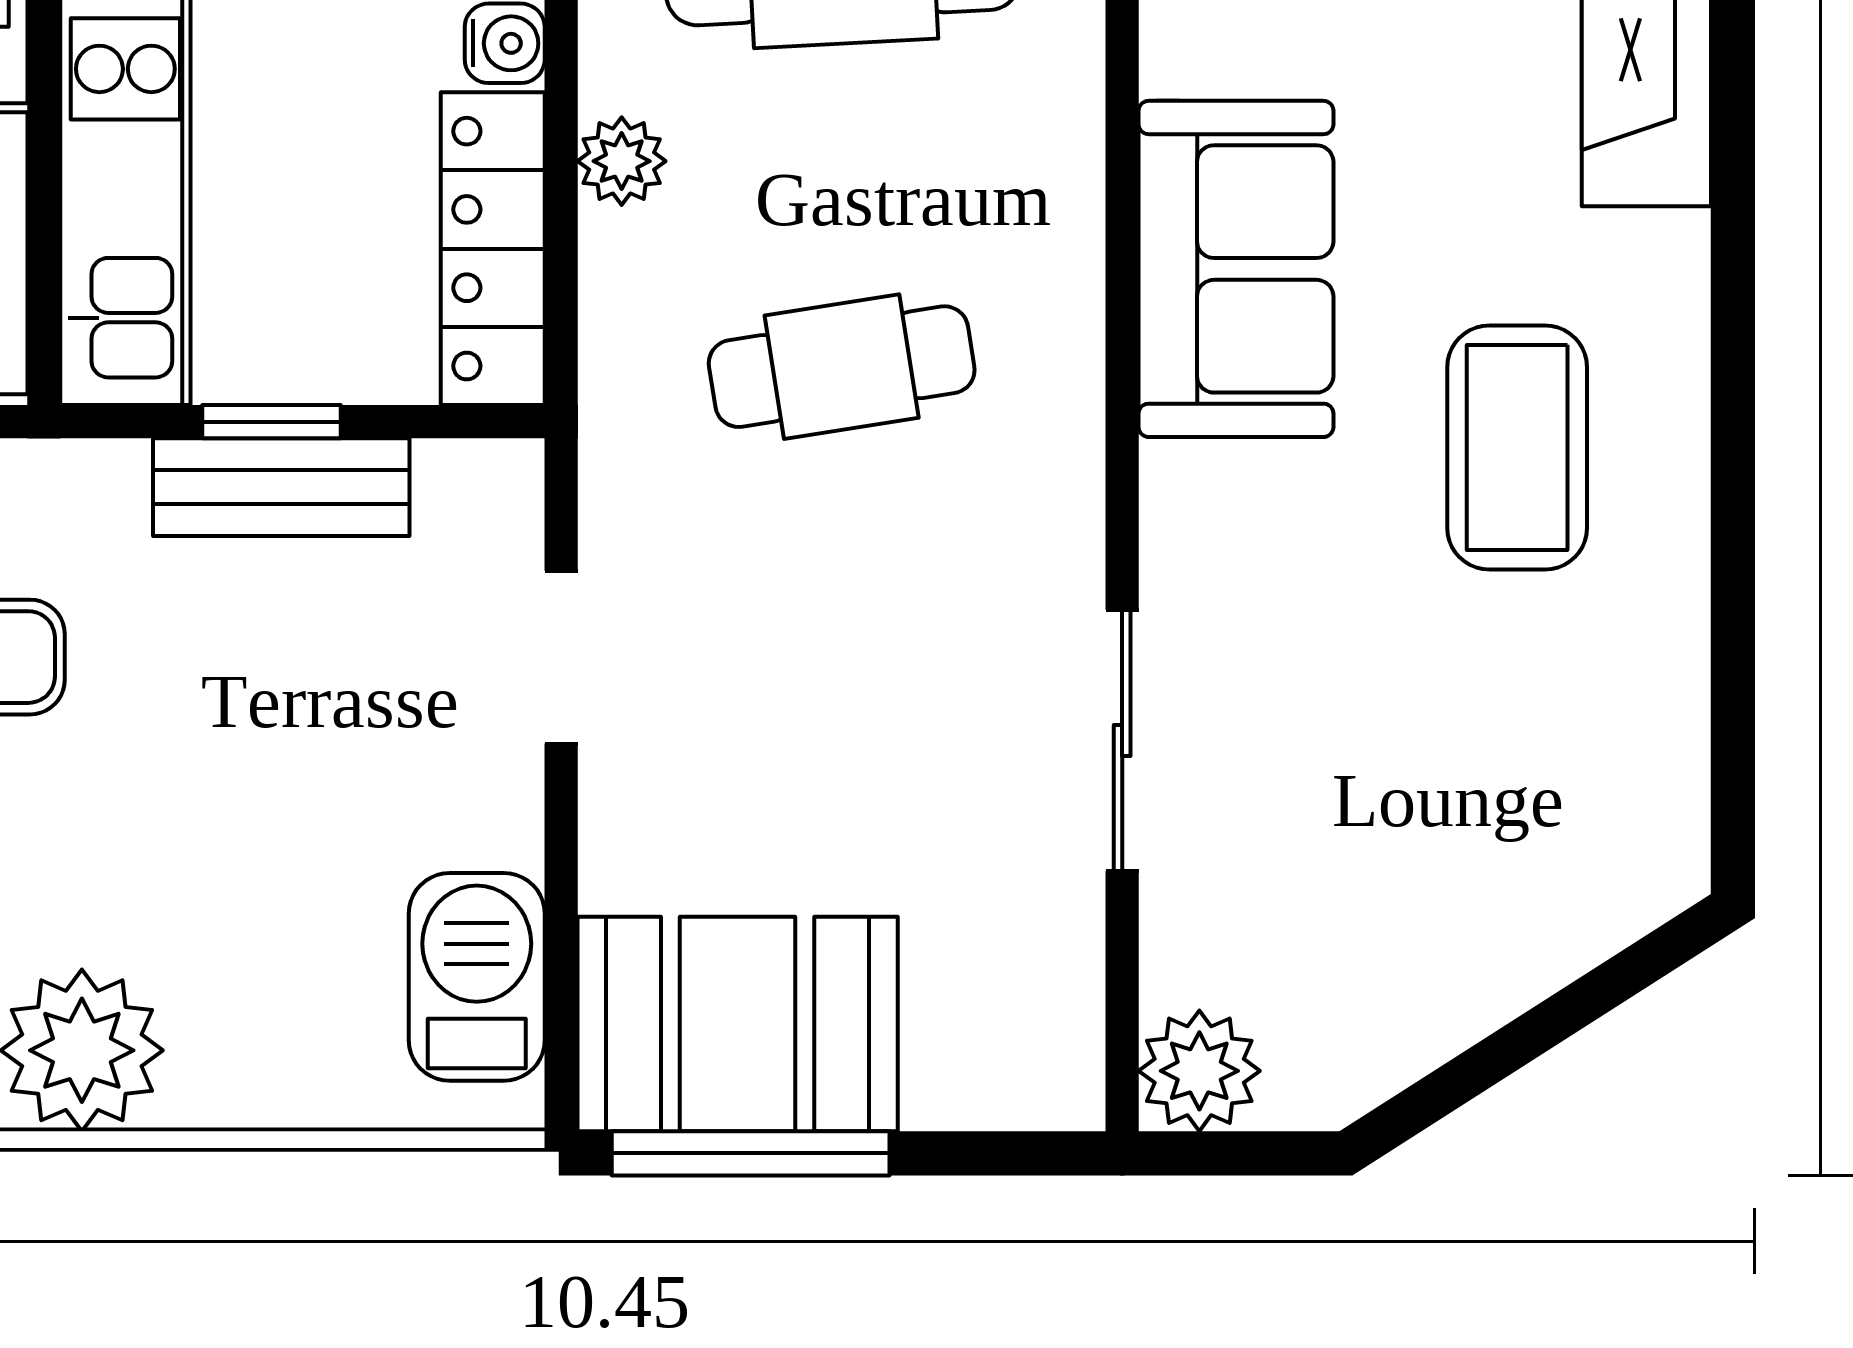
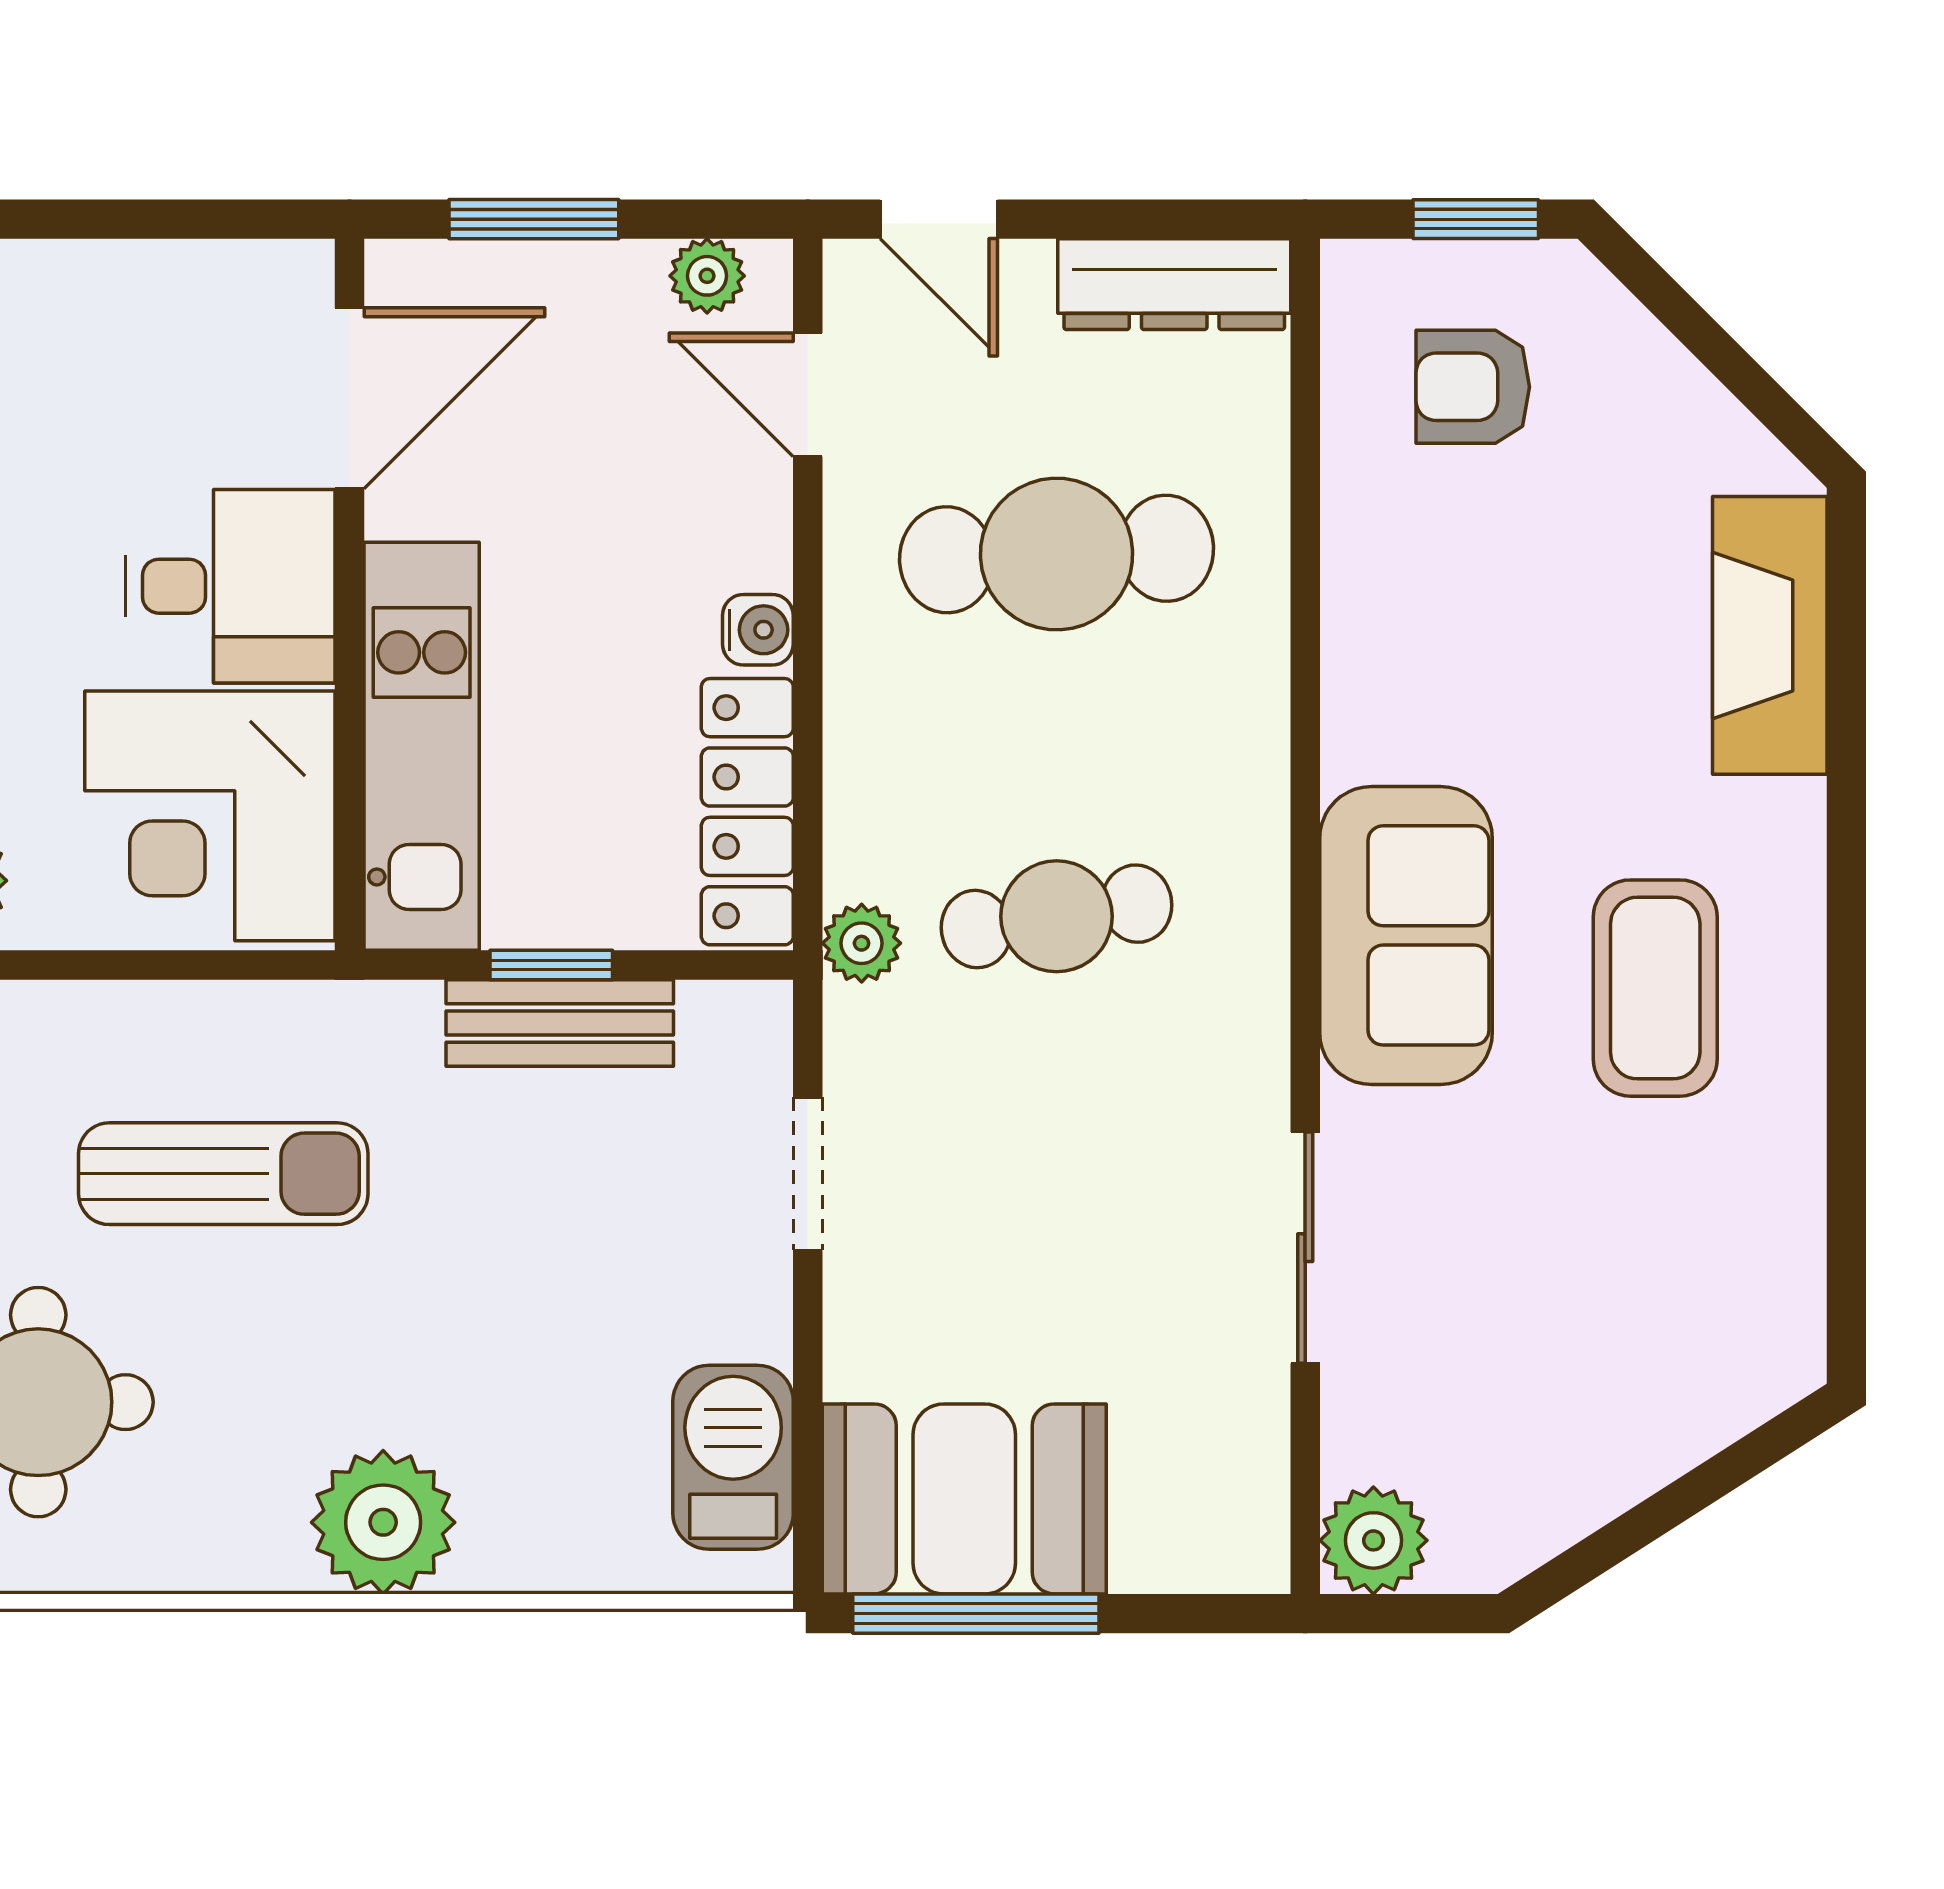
plant: (622, 161) -> (862, 943), moved
sofa: (1236, 269) -> (1406, 935), moved

